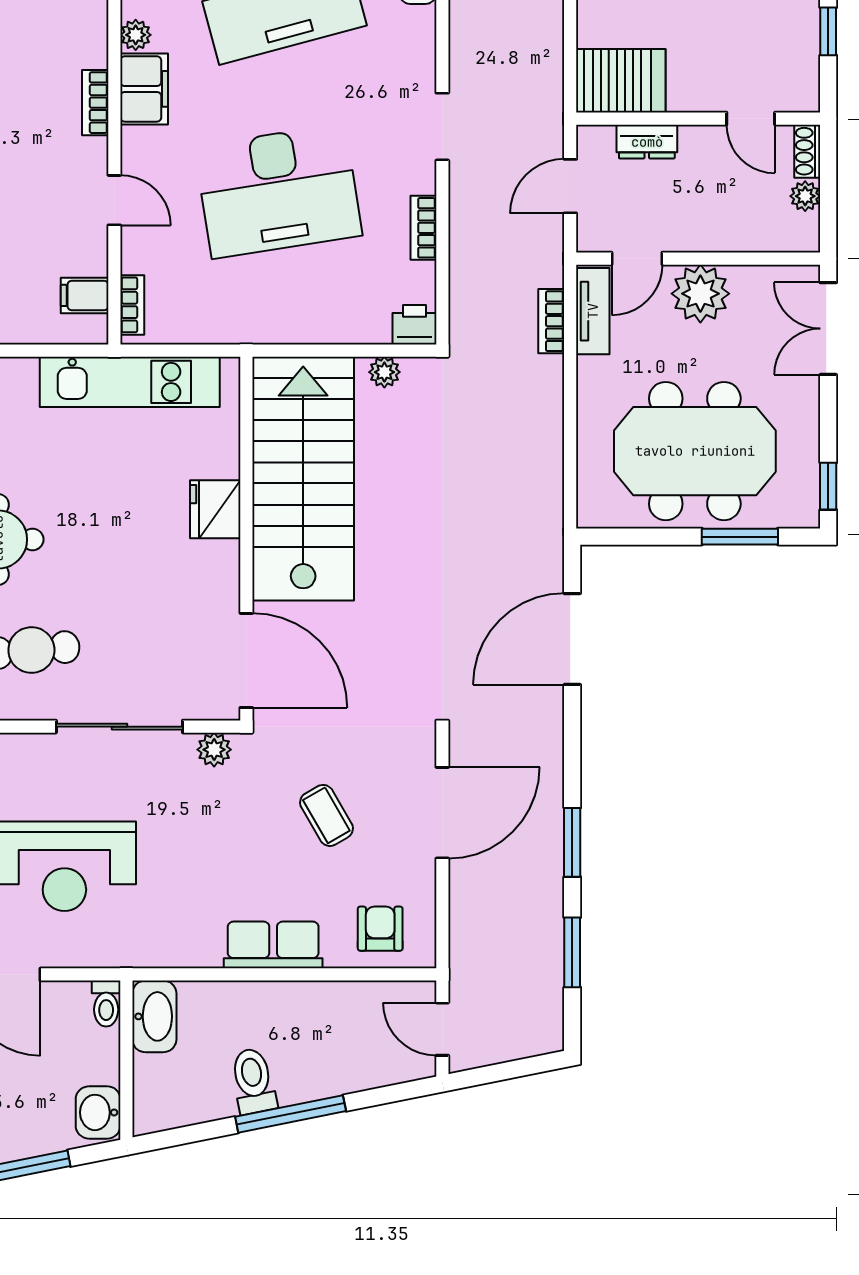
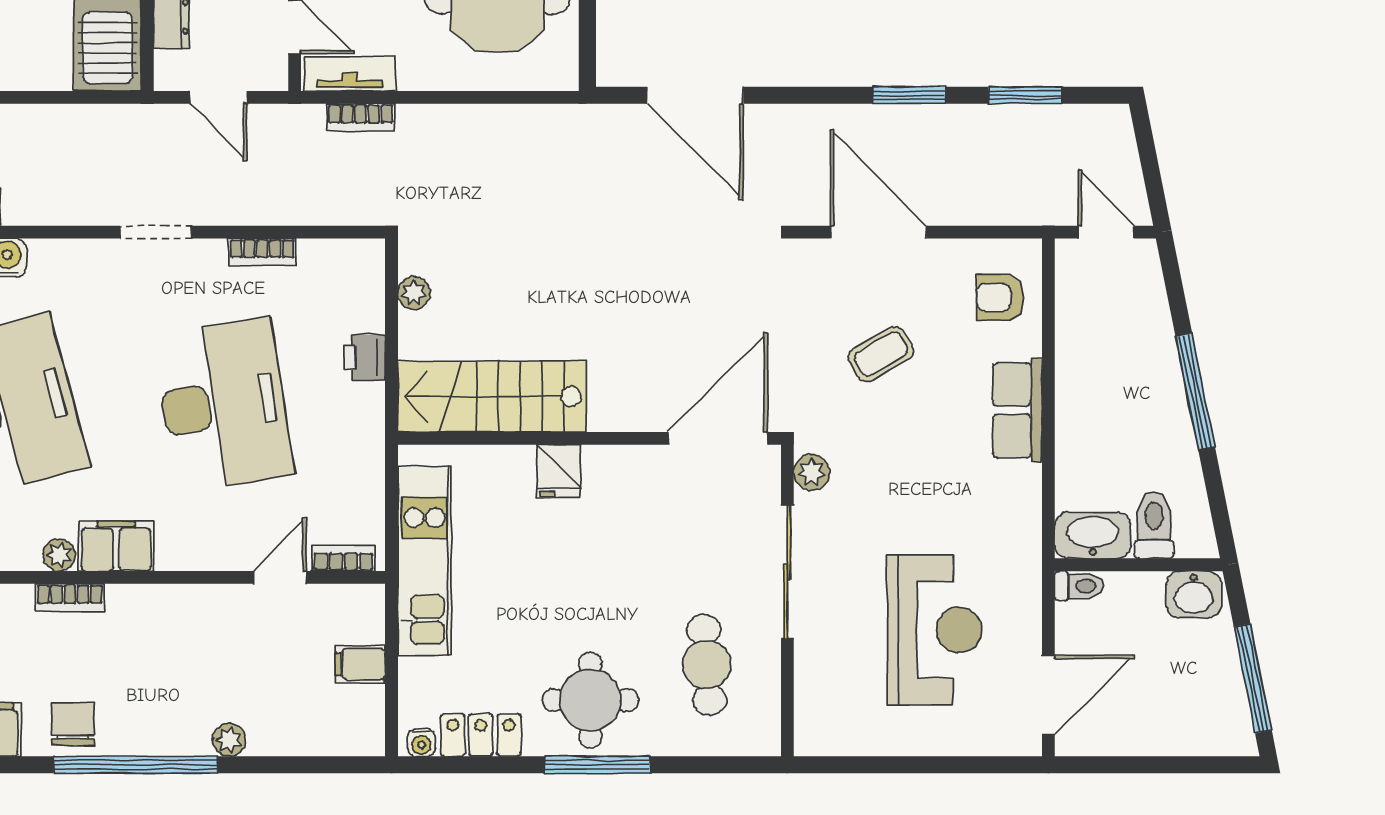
bookcase: (95, 103) -> (70, 597), moved
door: (114, 200) -> (280, 577), moved
filing cabinet: (85, 295) -> (360, 664), moved, turned 90
printer: (414, 325) -> (364, 357), moved
stairs: (303, 479) -> (492, 397), width x0.73, depth x0.66
fridge: (215, 509) -> (559, 471), width x0.72
door: (442, 1029) -> (1106, 232), swing flipped
toilet: (253, 1081) -> (1154, 525), moved, turned 101

